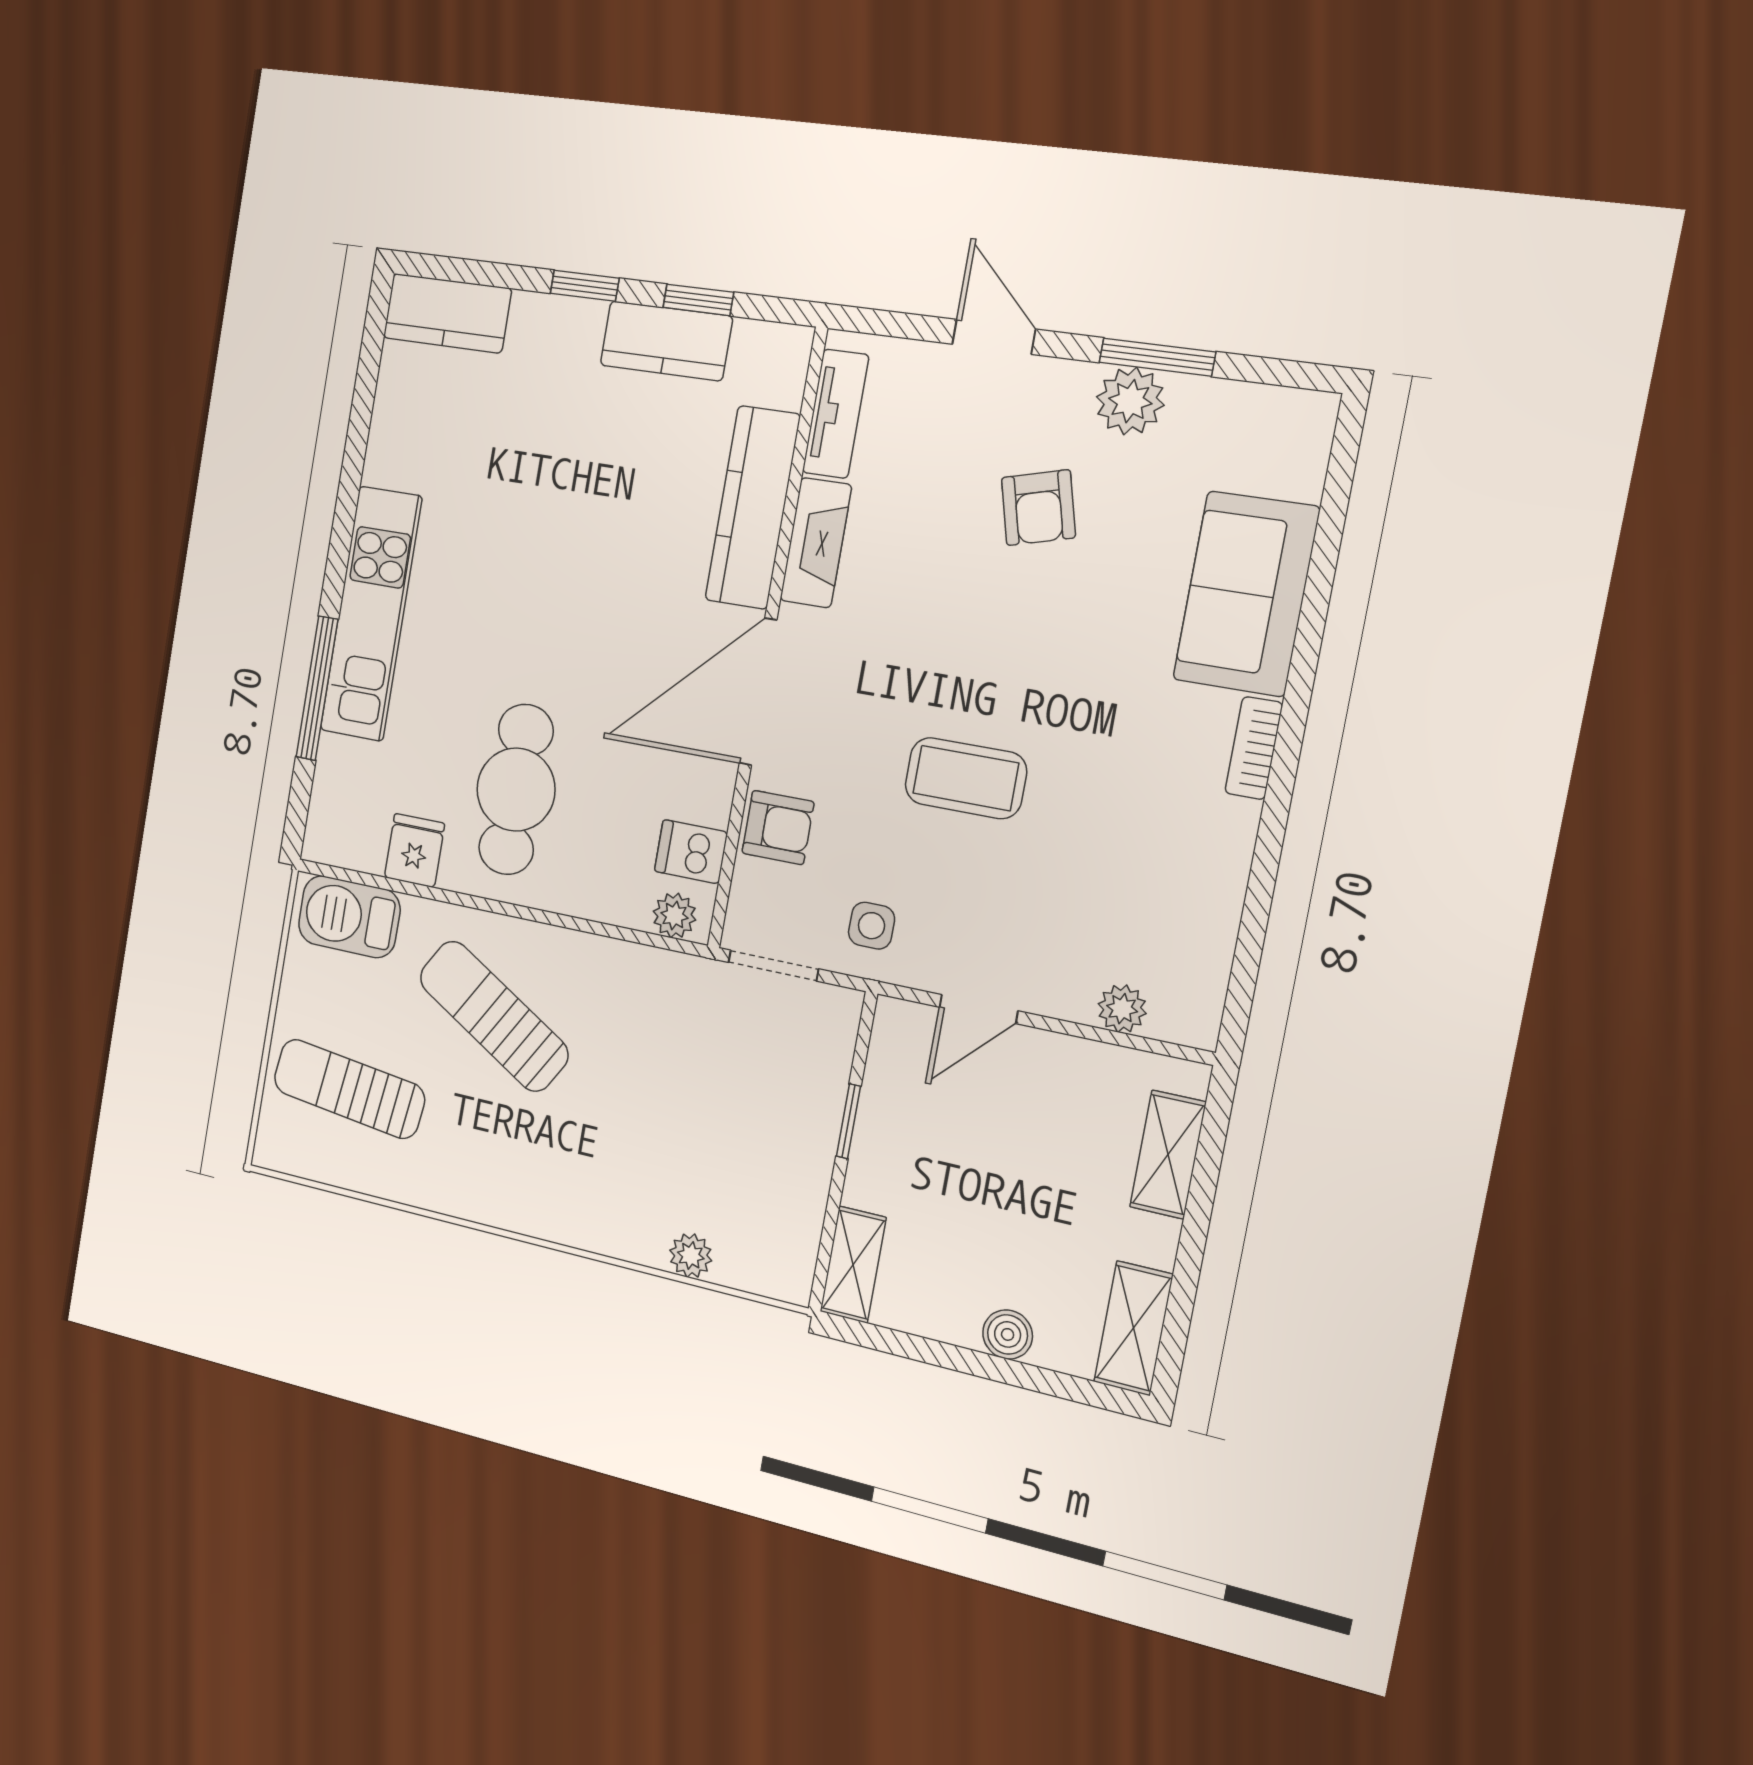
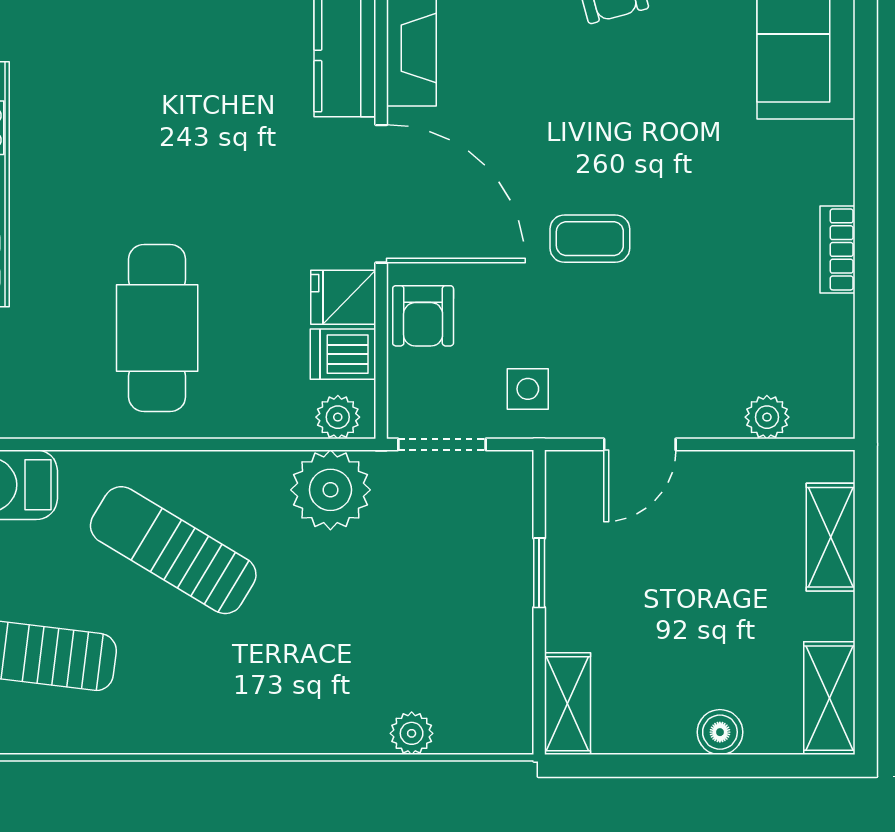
door: (758, 692) -> (381, 194), swing flipped
bookcase: (1254, 748) -> (837, 249), moved
coffee table: (966, 778) -> (590, 239), width x0.73, depth x0.77
armchair: (778, 827) -> (423, 316), turned 90
fridge: (414, 850) -> (343, 297), moved, turned -90
plant: (654, 989) -> (330, 490), added

